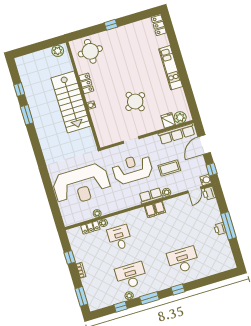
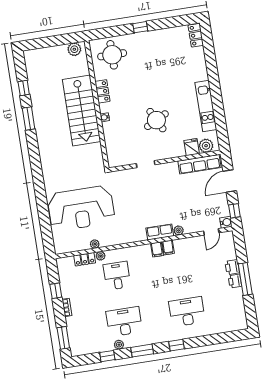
kitchen unit: (171, 68) -> (206, 106), moved
coffee table: (169, 168) -> (186, 203), removed
reception desk: (132, 169) -> (143, 198), removed
printer: (209, 193) -> (232, 267), moved

